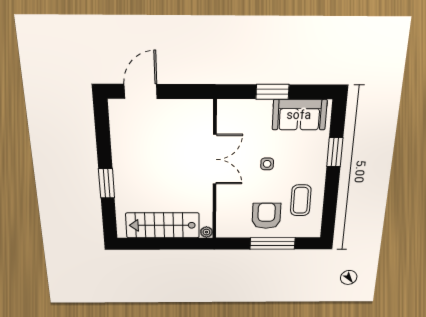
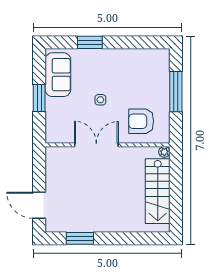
window: (106, 183) -> (80, 238), moved
coffee table: (301, 200) -> (134, 69), removed
armchair: (266, 216) -> (141, 121), moved

